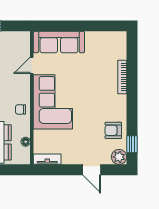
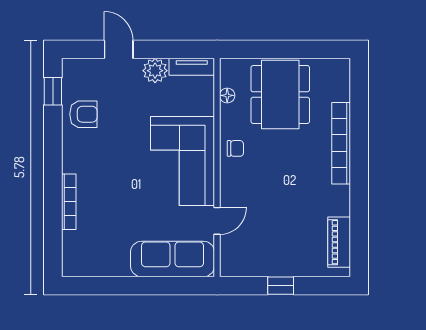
plant: (119, 157) -> (155, 71), moved

